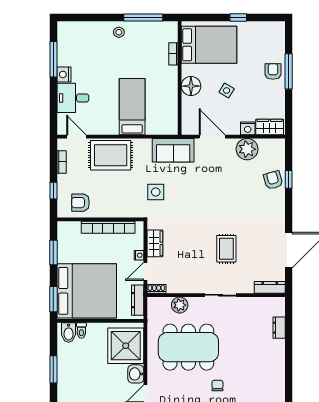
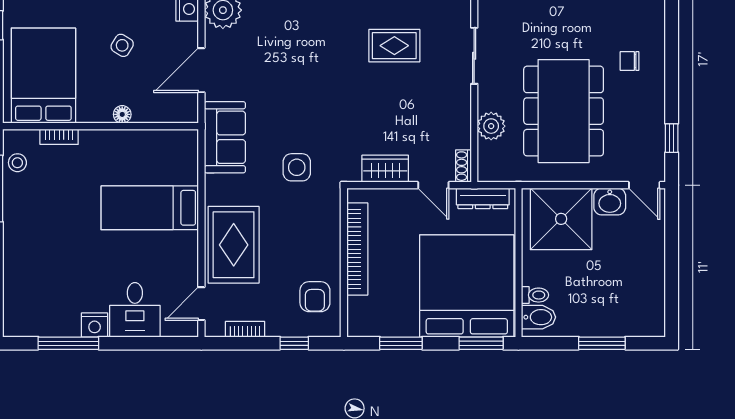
stool: (119, 32) -> (17, 163), moved
floor lamp: (191, 86) -> (122, 114), width x0.53, depth x0.53
nightstand: (139, 255) -> (405, 196), removed

